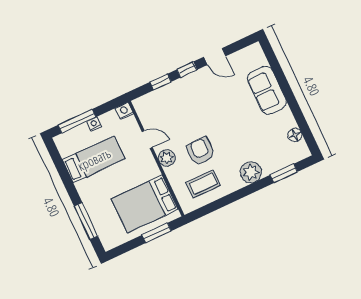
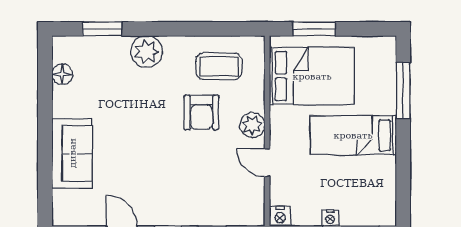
bed: (94, 159) -> (353, 135), moved

